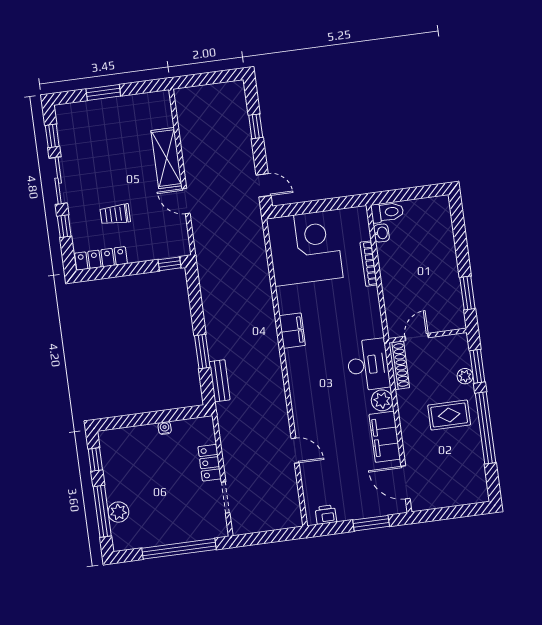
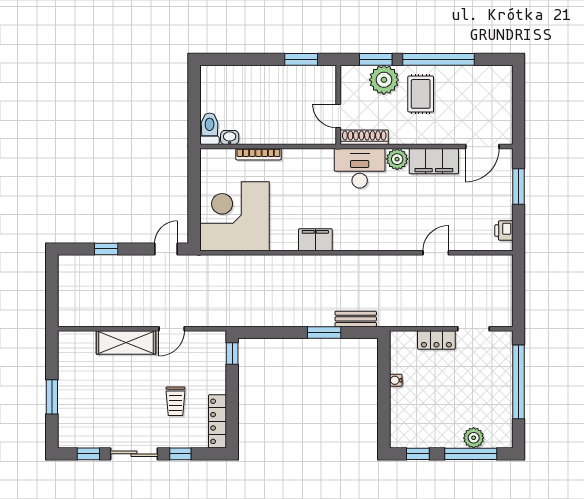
plant: (465, 376) -> (384, 80), width x1.87, depth x1.87

